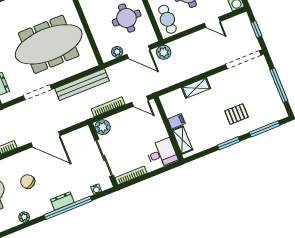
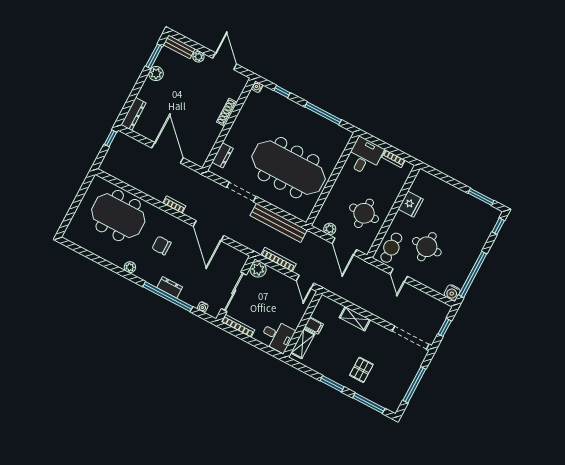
door: (212, 22) -> (399, 275), moved
plant: (164, 52) -> (362, 267), removed
pallet: (236, 114) -> (361, 370), turned 90
chair: (28, 182) -> (162, 246), turned -58

